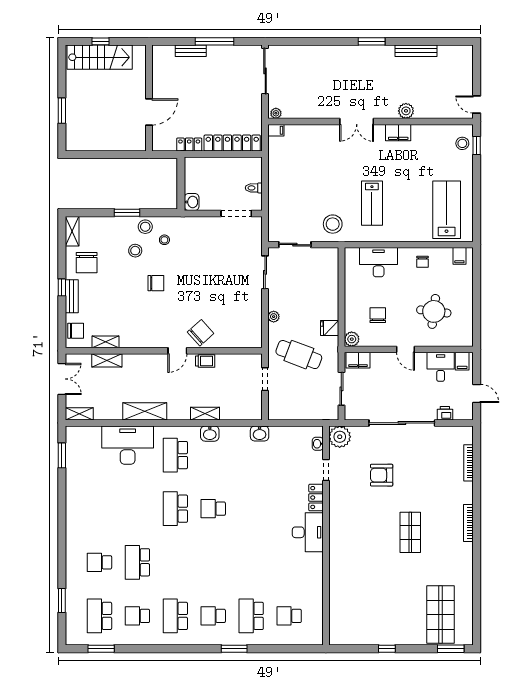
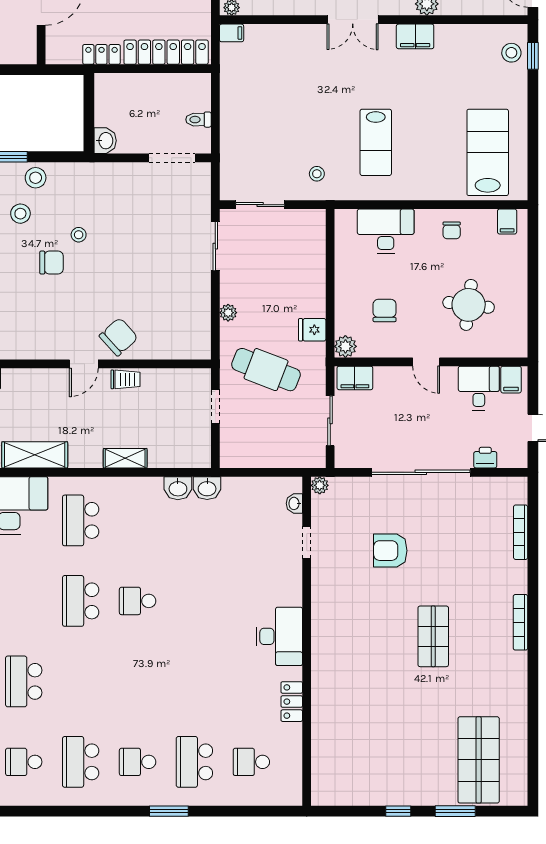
stool: (333, 224) -> (317, 174), width x0.53, depth x0.53
stool: (164, 240) -> (79, 235), moved
washbasin: (210, 434) -> (178, 488), moved
plant: (340, 437) -> (320, 485), width x0.53, depth x0.53
locker: (316, 498) -> (292, 702), moved
window: (451, 649) -> (455, 811), moved

